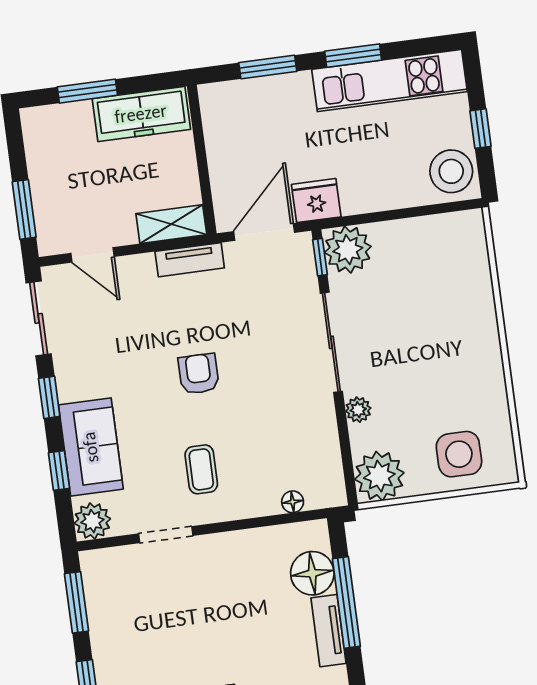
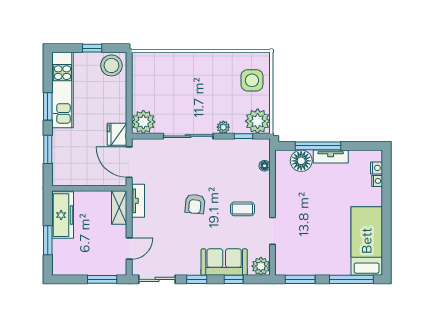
window: (320, 257) -> (243, 136), moved
armchair: (199, 374) -> (195, 204), turned -85

